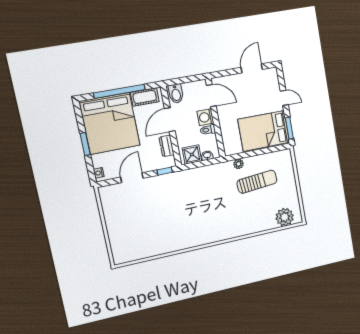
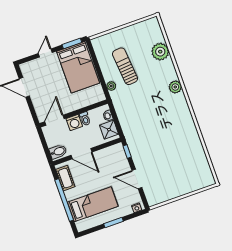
bed: (110, 123) -> (93, 204), width x0.49
dresser: (166, 146) -> (105, 153), removed
plant: (285, 217) -> (160, 52), moved
plant: (227, 233) -> (175, 87), added

